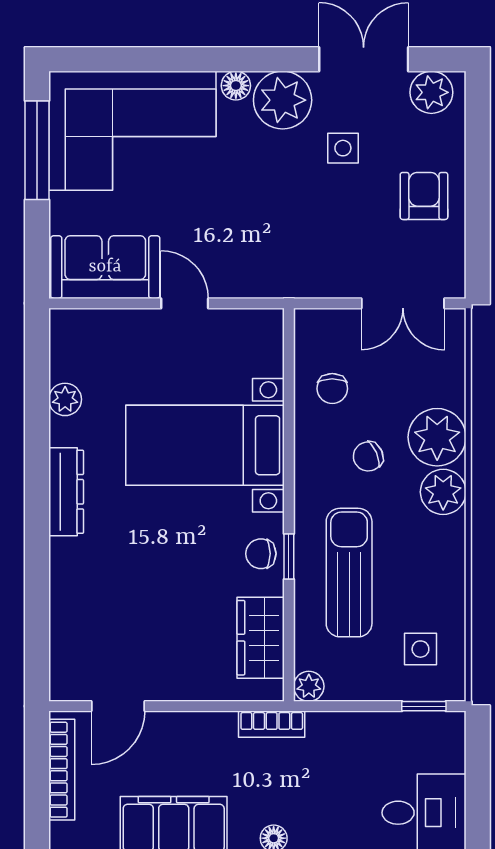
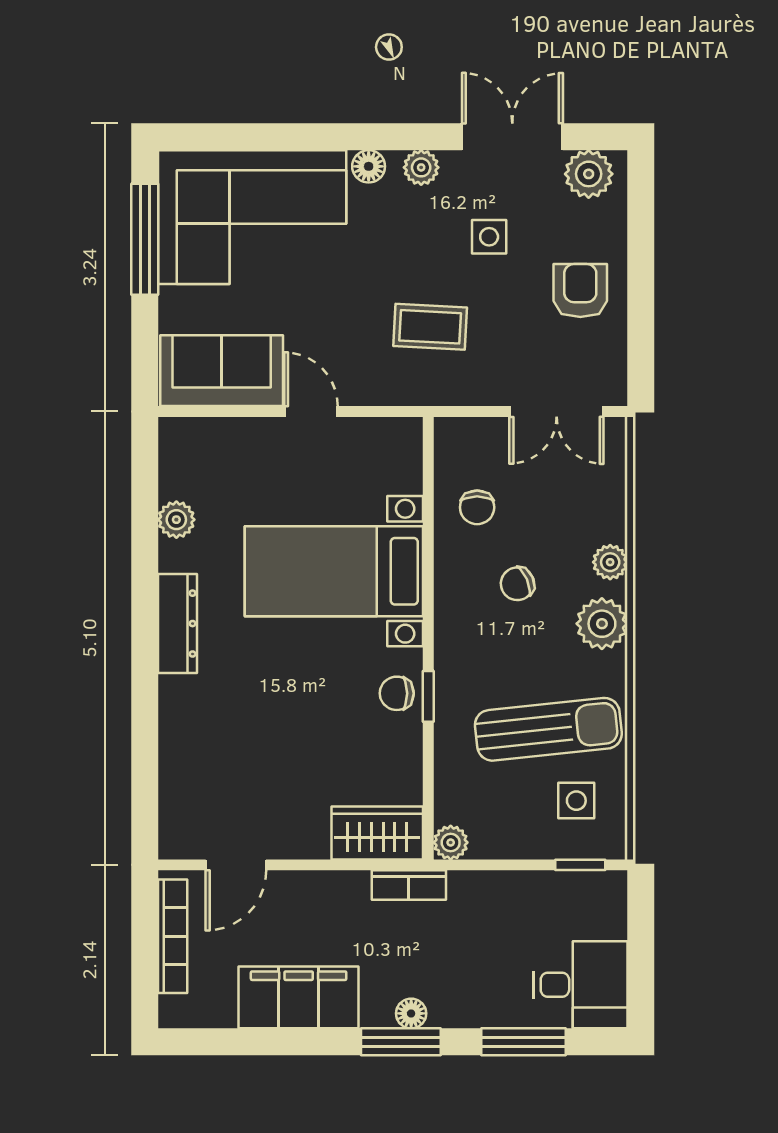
plant: (283, 100) -> (421, 167), width x0.53, depth x0.53
coffee table: (291, 228) -> (430, 327), added
plant: (437, 437) -> (610, 562), width x0.53, depth x0.53
sun lounger: (349, 573) -> (548, 729), moved, turned 84
wardrobe: (261, 638) -> (377, 833), moved, turned 90

